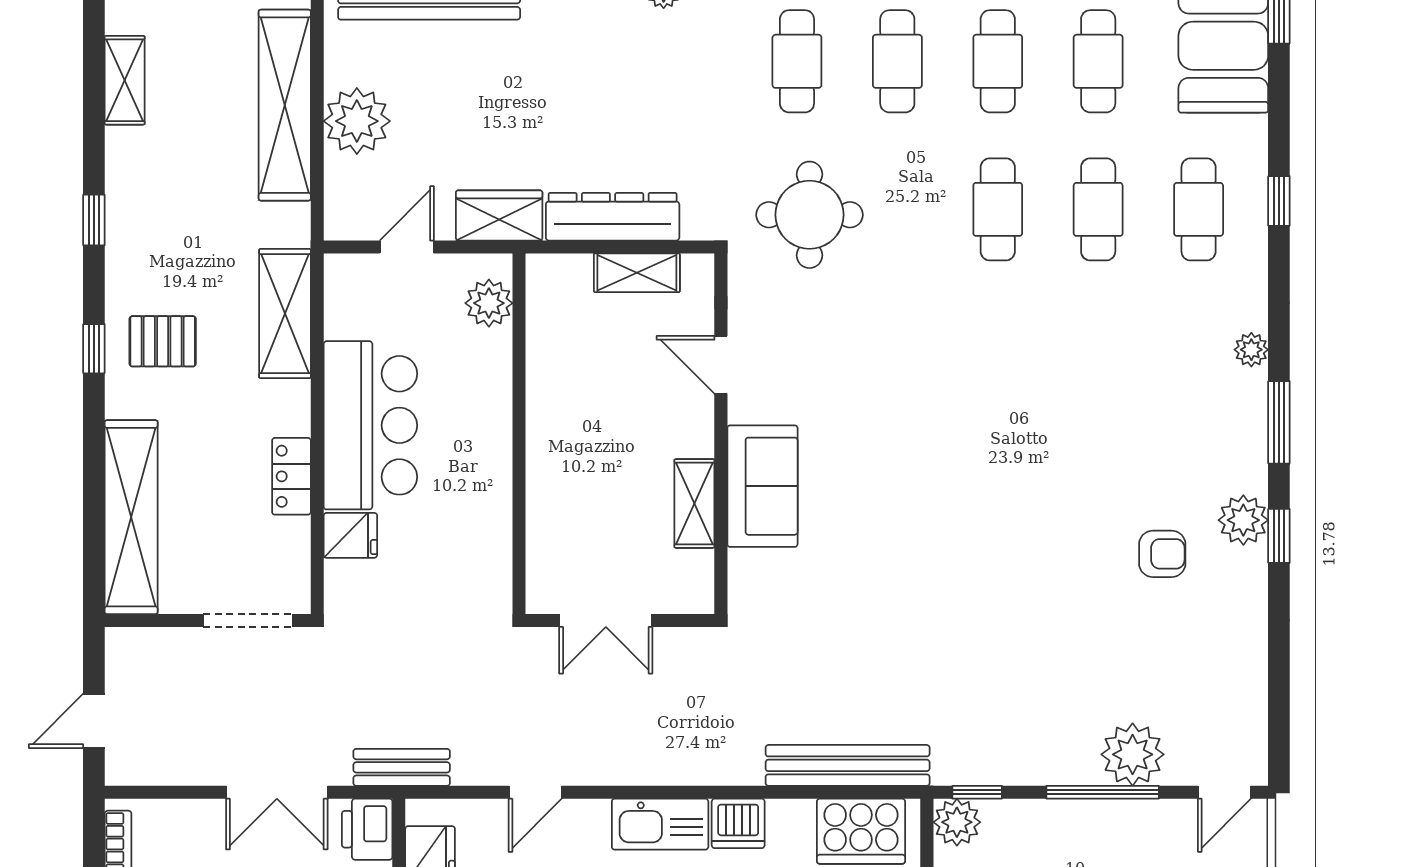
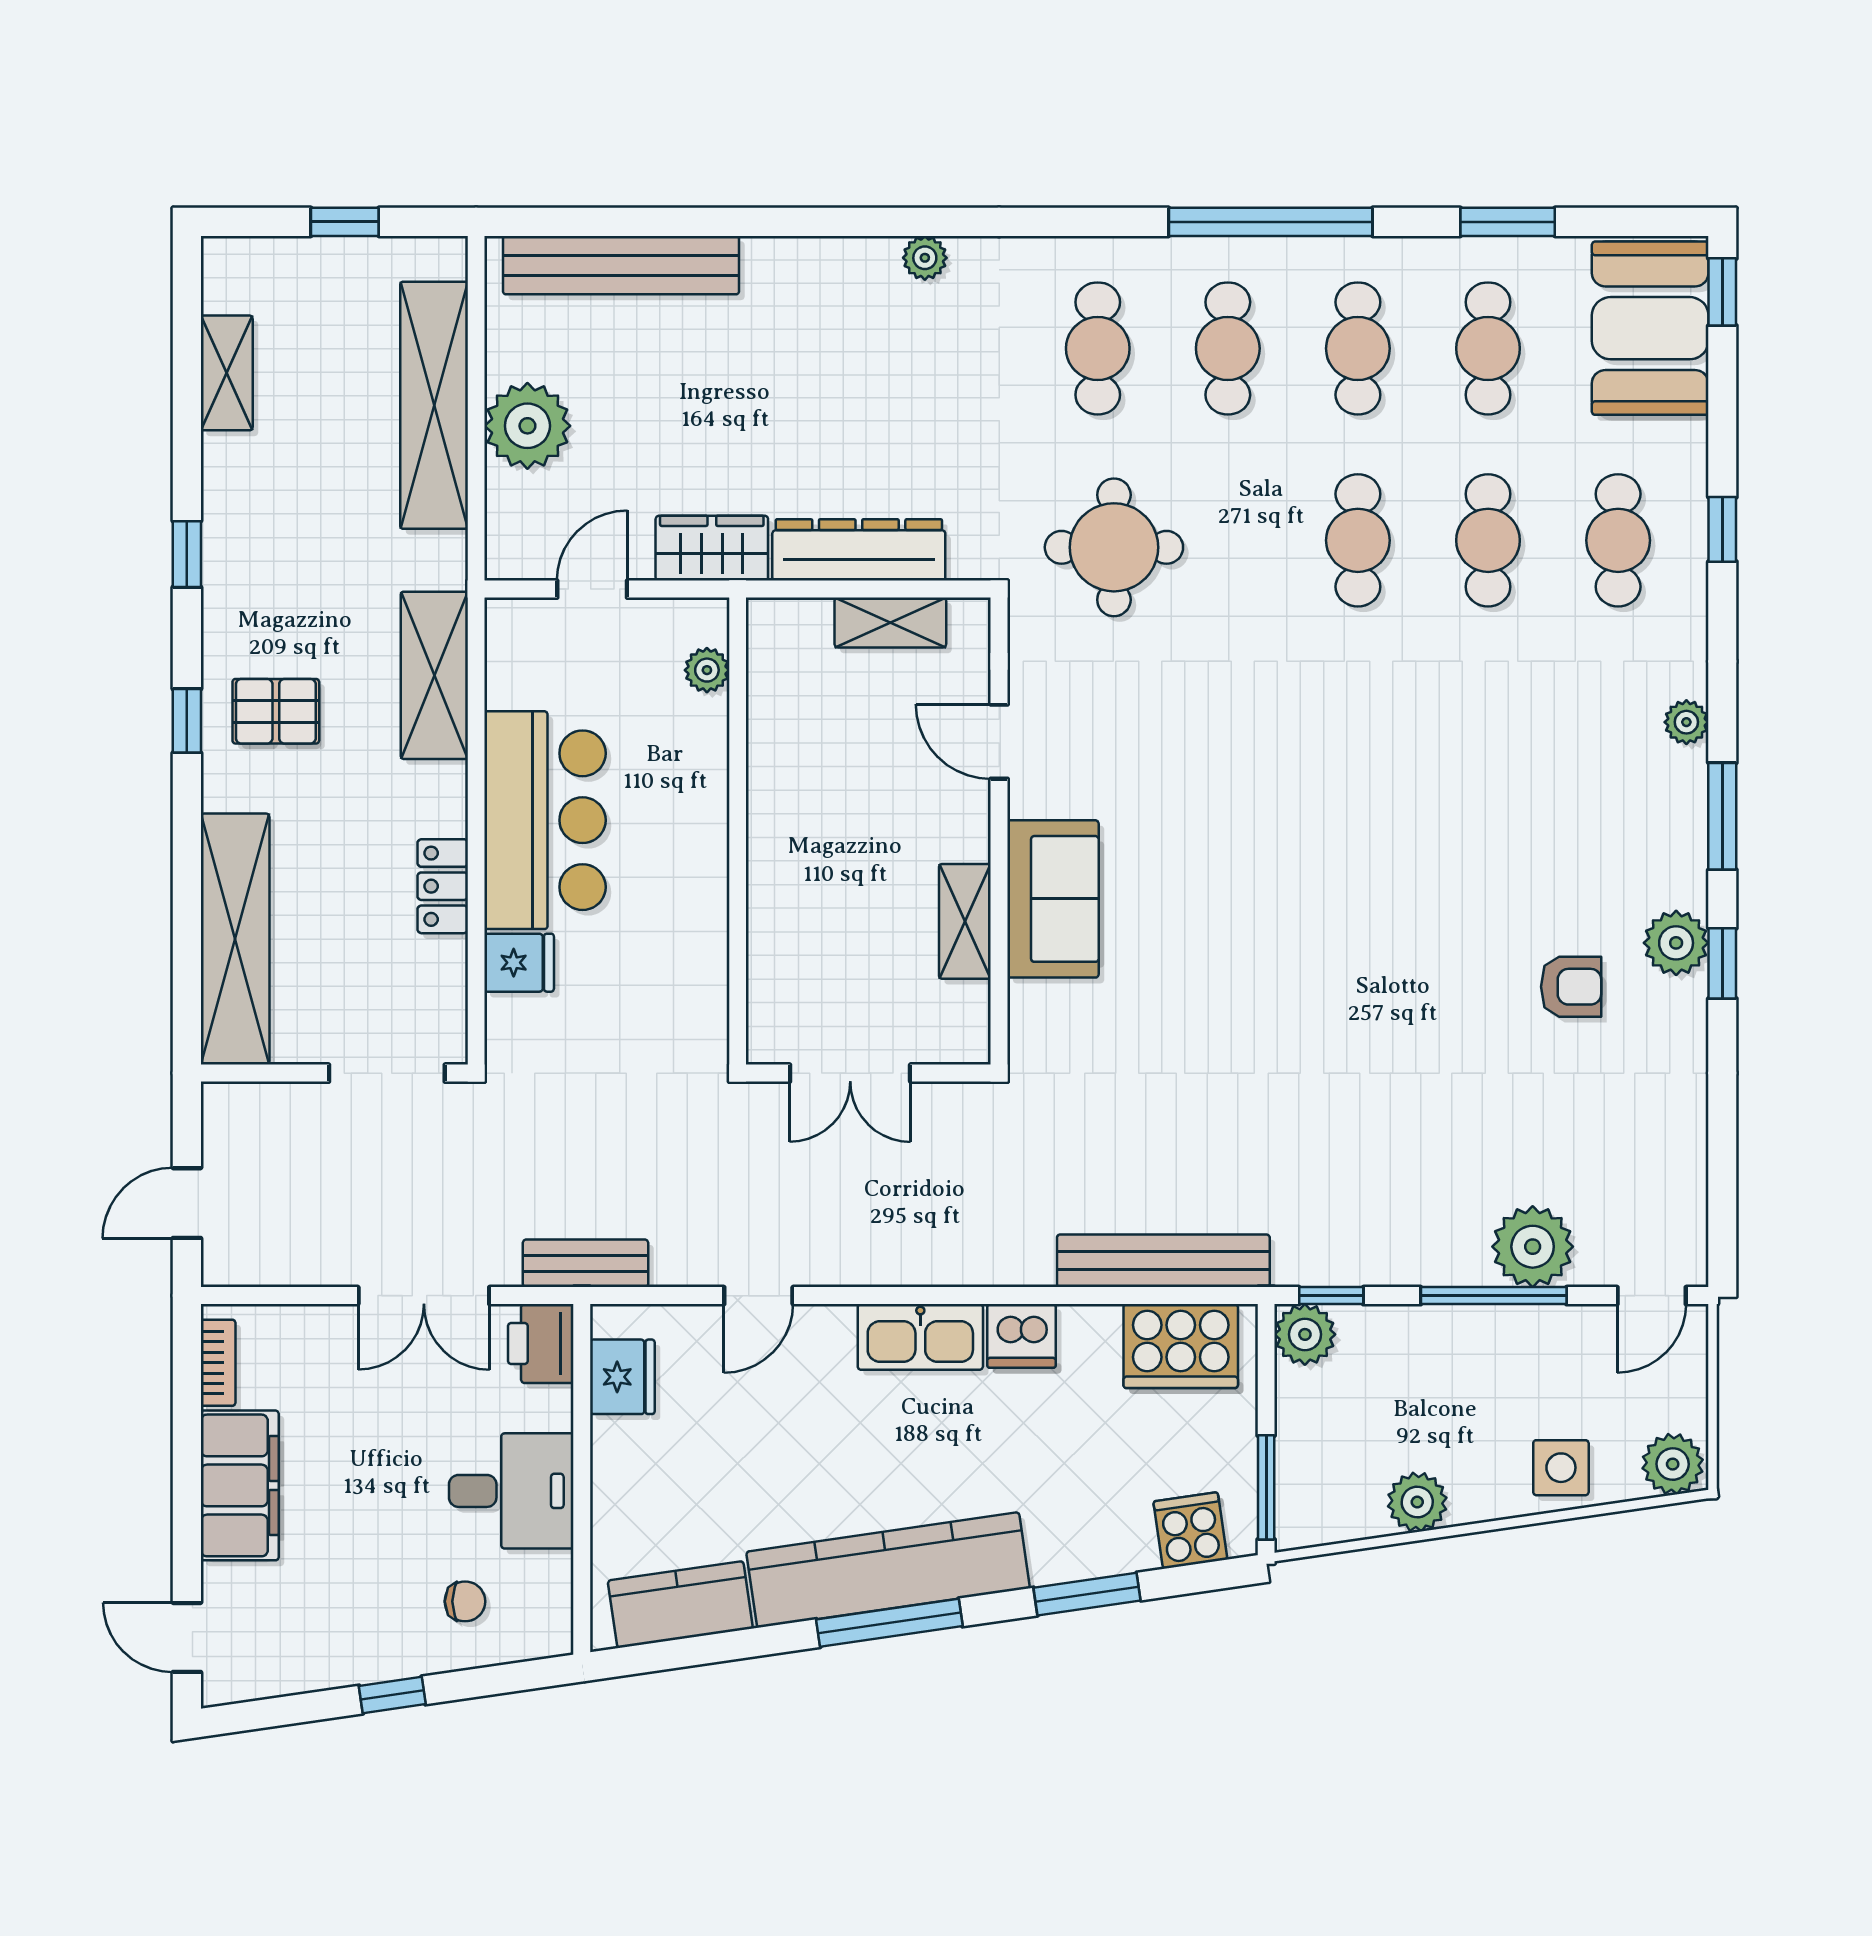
plant: (489, 303) -> (707, 670), width x0.73, depth x0.73

